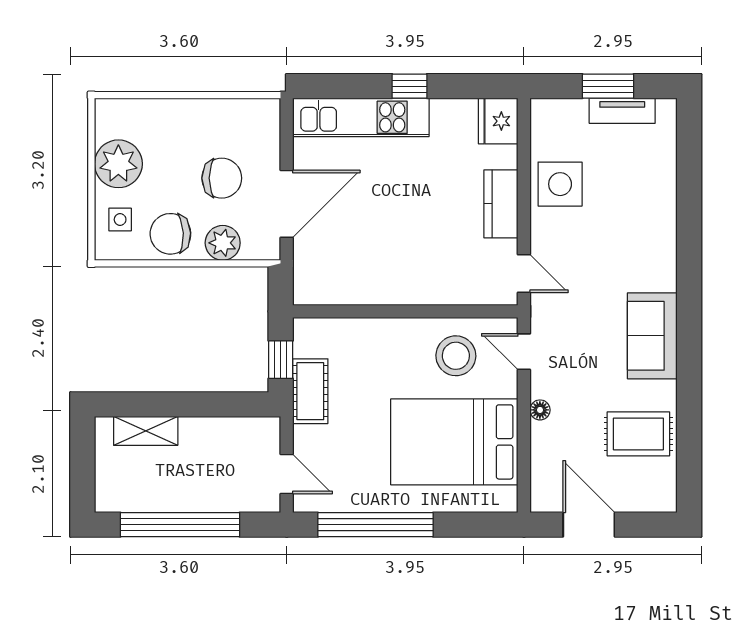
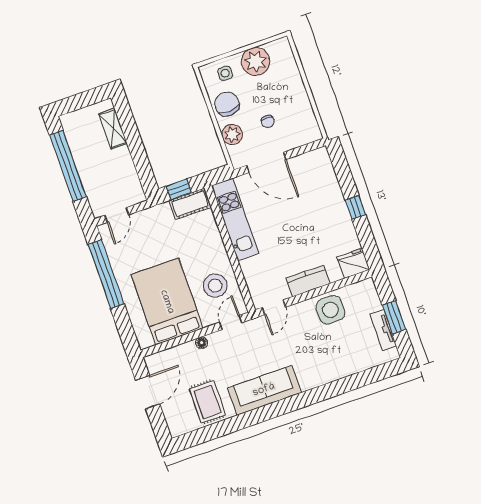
kitchen unit: (361, 117) -> (235, 219), moved, turned 180
chair: (222, 178) -> (268, 121), width x0.54, depth x0.54
sofa: (652, 336) -> (264, 390), width x1.36
cot: (310, 391) -> (190, 204), moved

